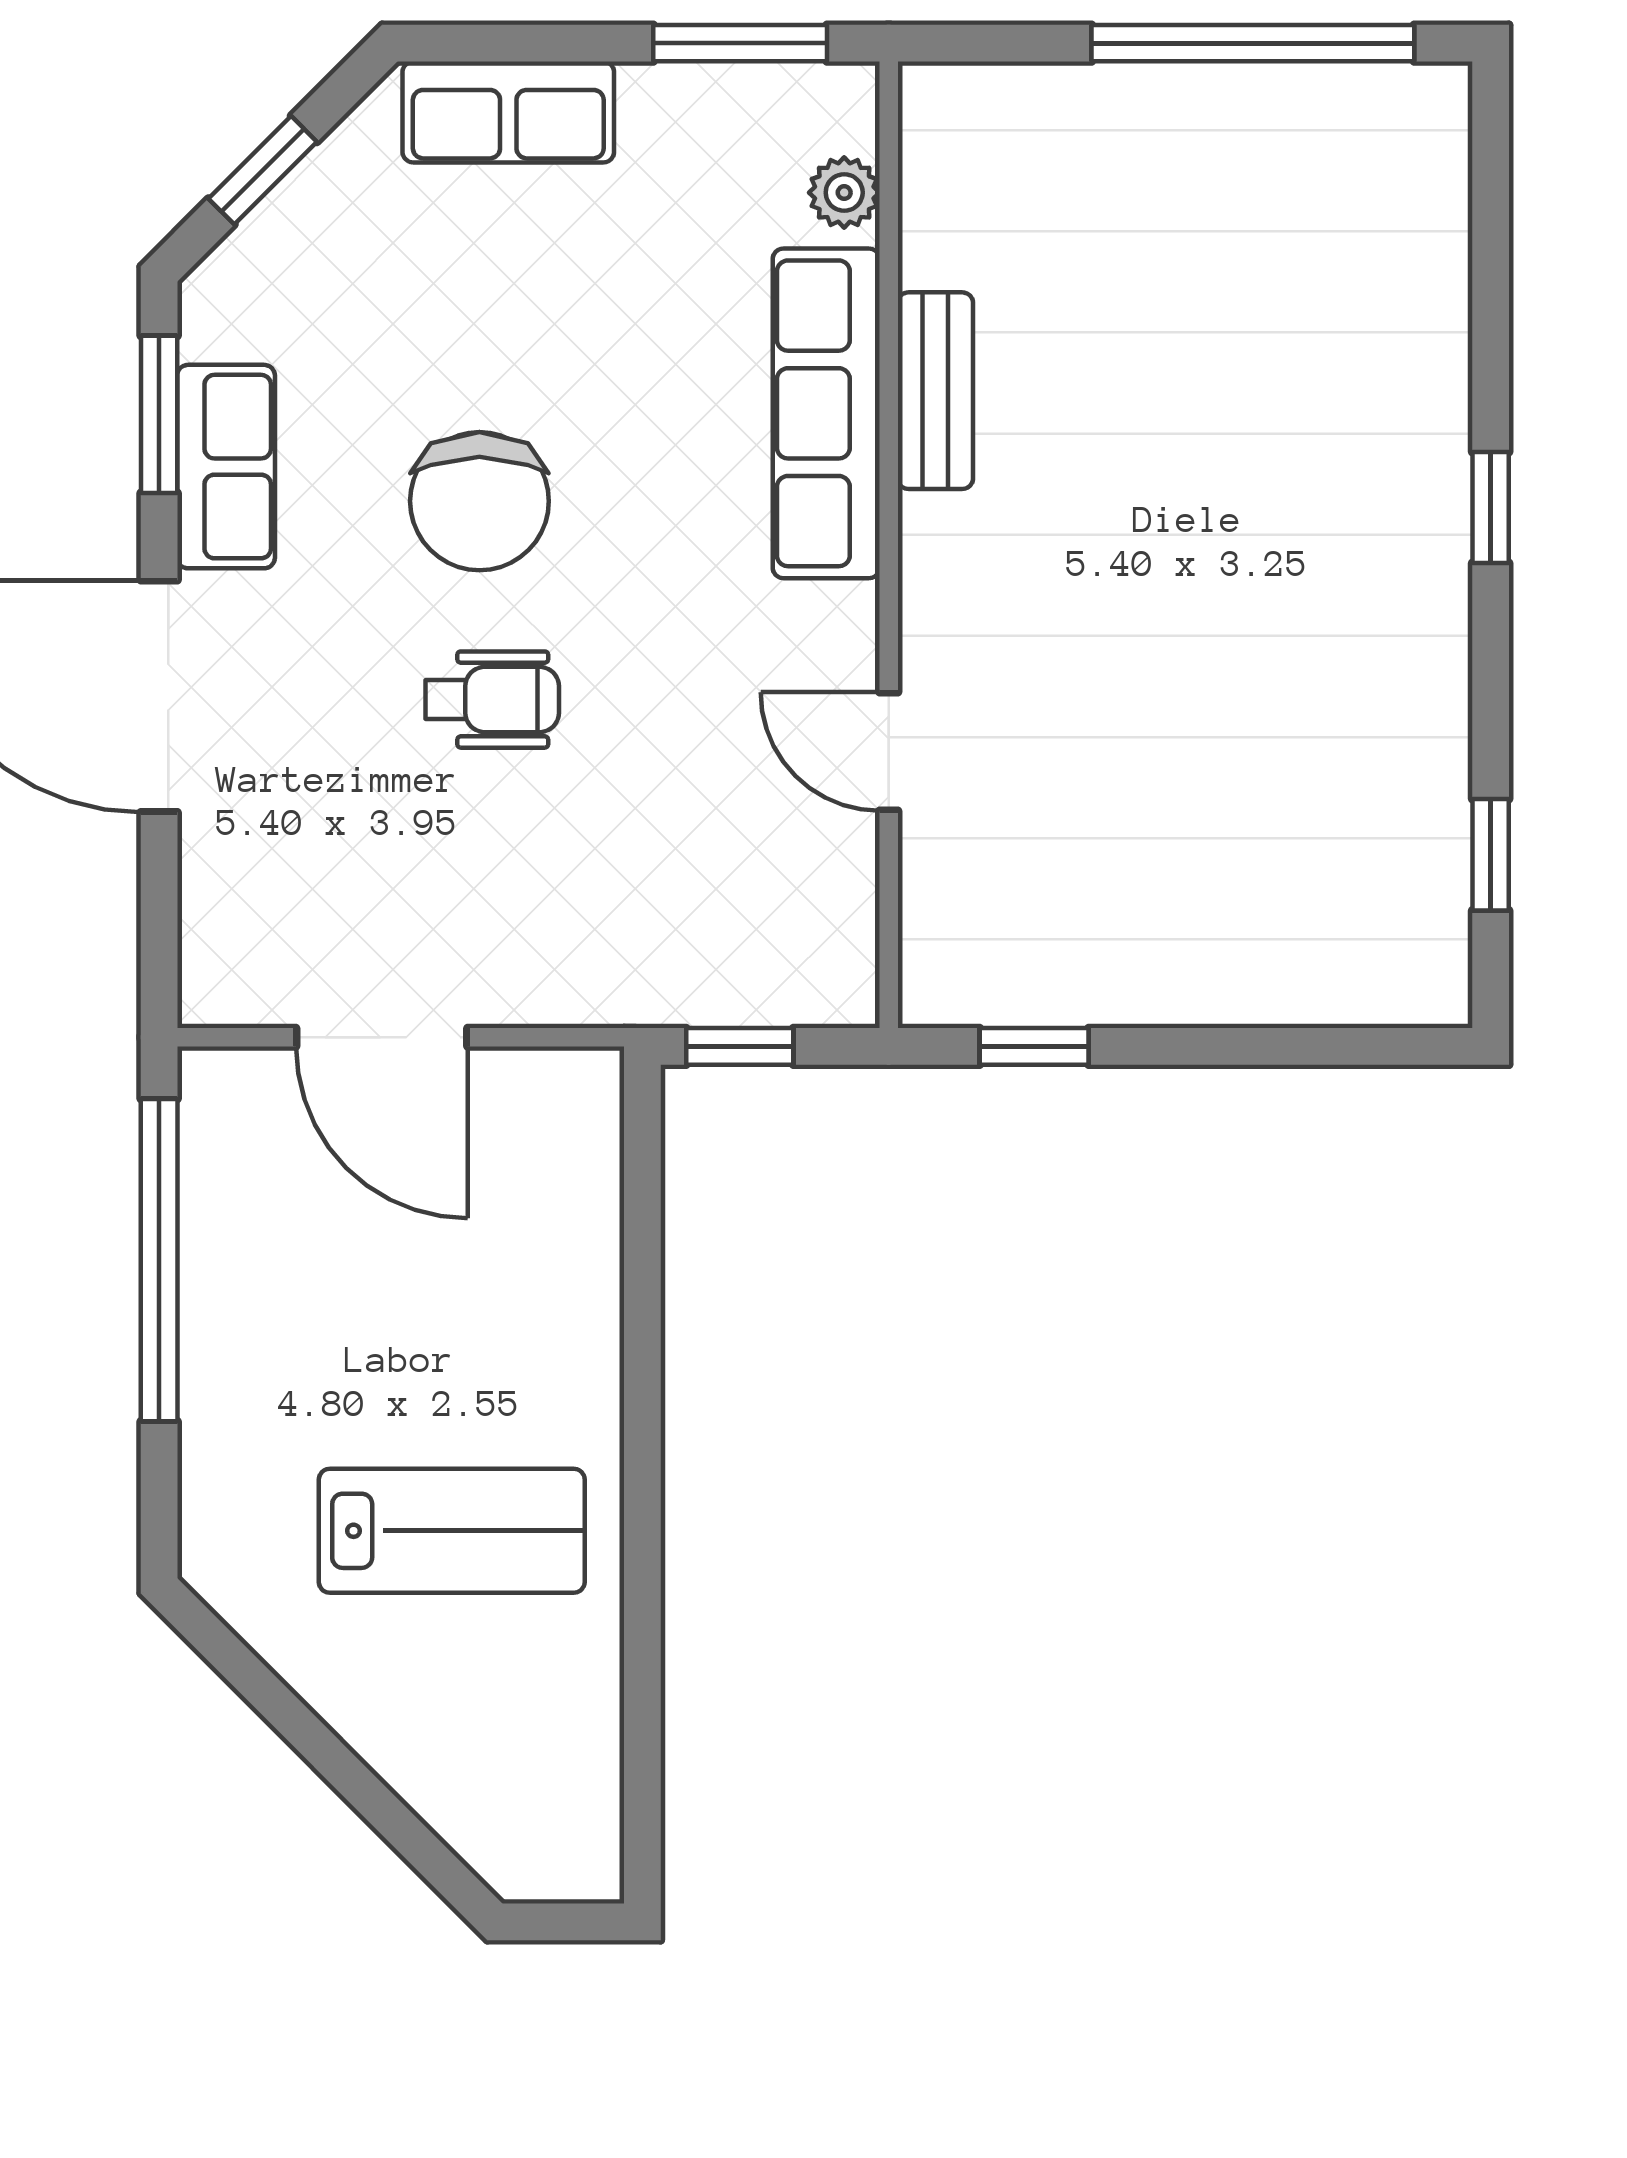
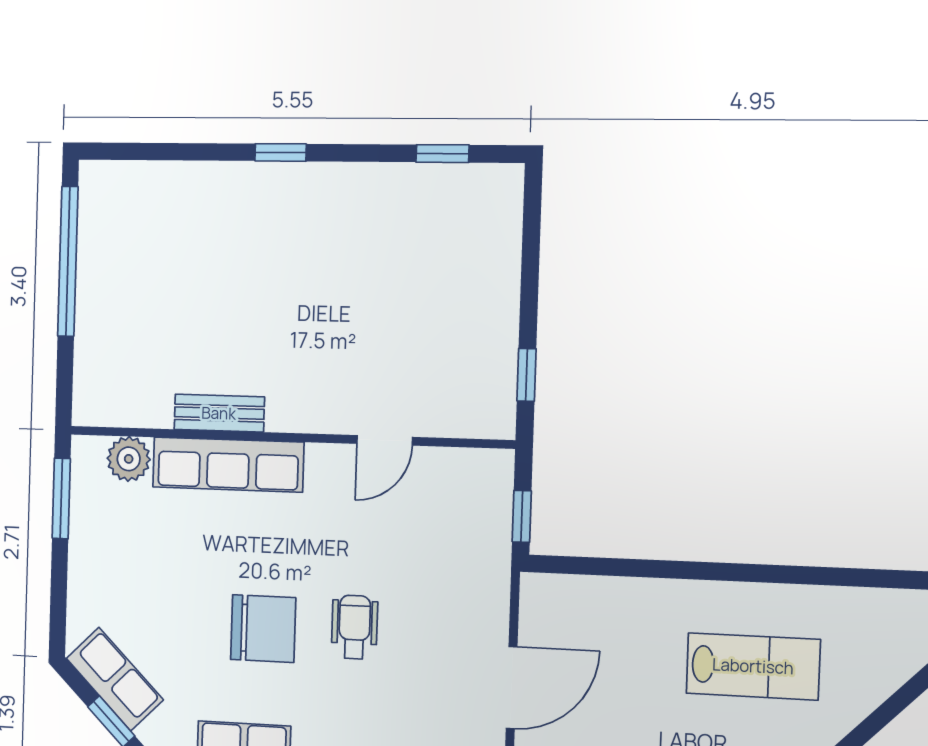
row of seats: (508, 112) -> (115, 679), moved, turned -45
plant: (844, 193) -> (129, 459), width x1.38, depth x1.38
lab bench: (452, 1531) -> (753, 666), turned 90

